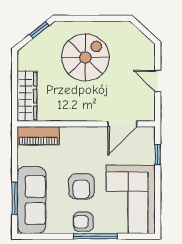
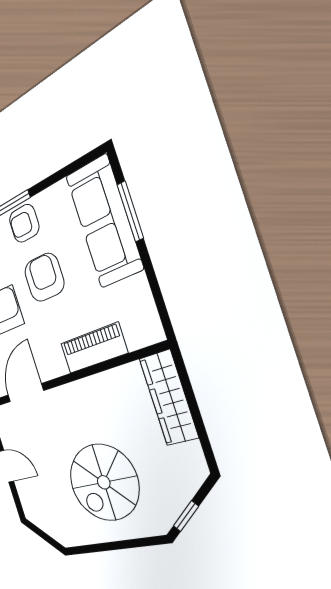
piano: (38, 136) -> (94, 348), moved
armchair: (83, 222) -> (24, 223), turned 180

